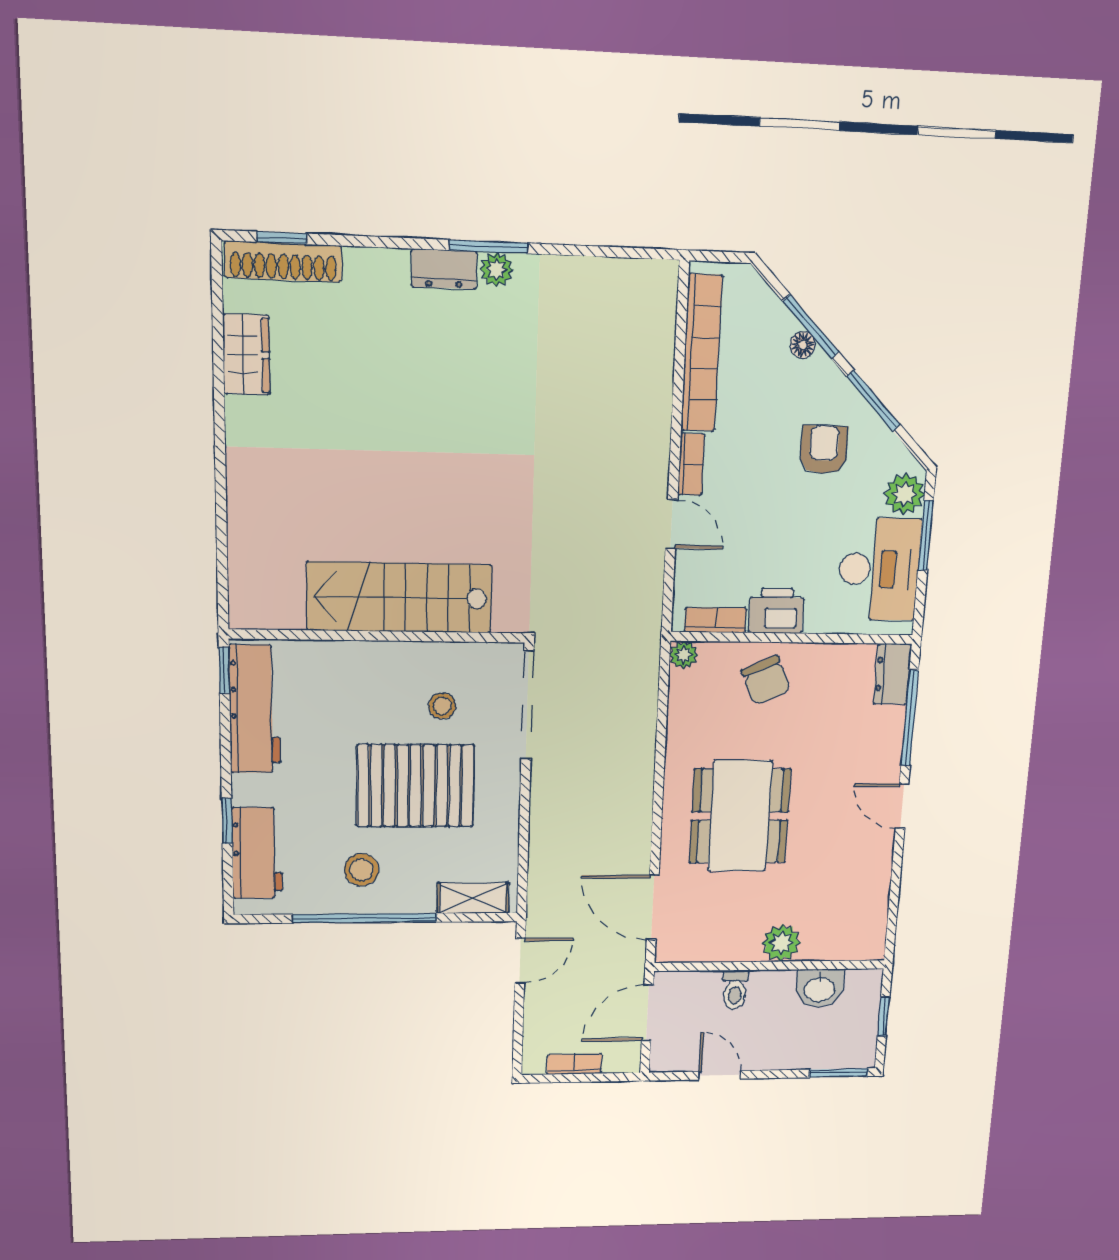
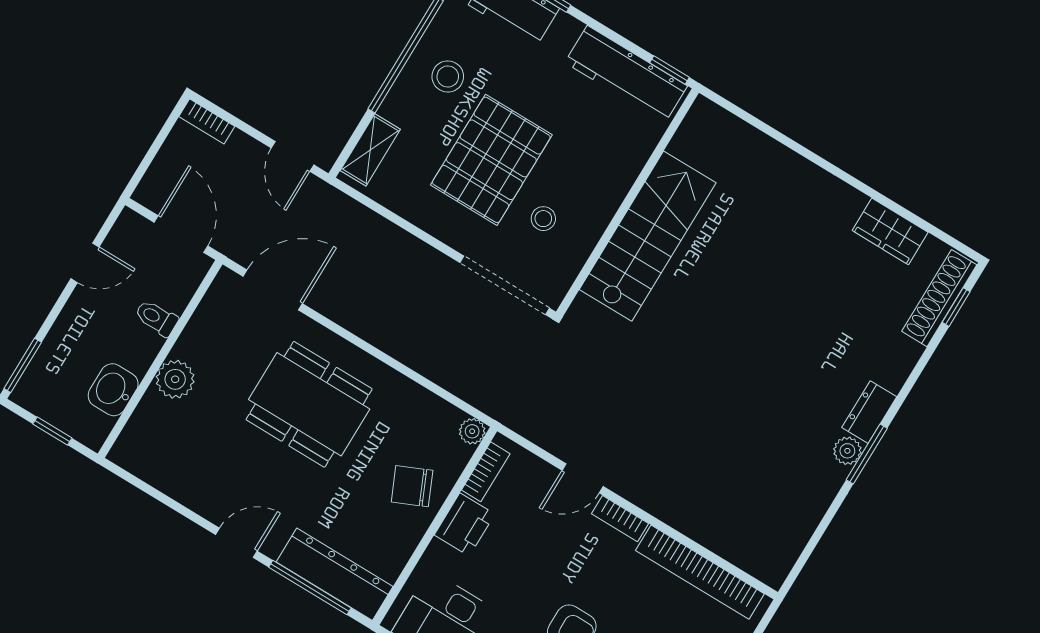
dresser: (892, 674) -> (335, 574), width x1.96, depth x1.24
bookcase: (574, 1064) -> (207, 121), moved, turned 90

